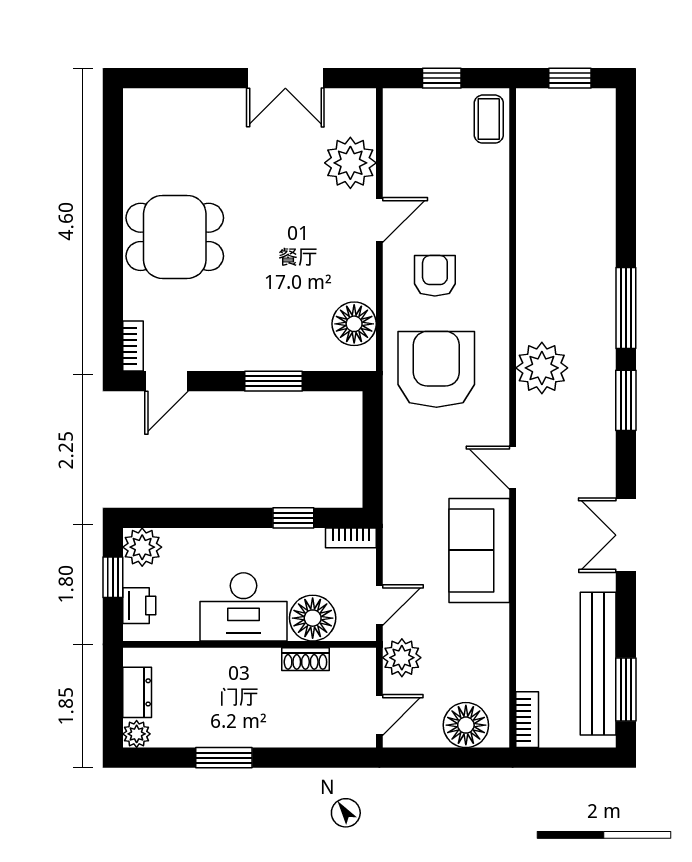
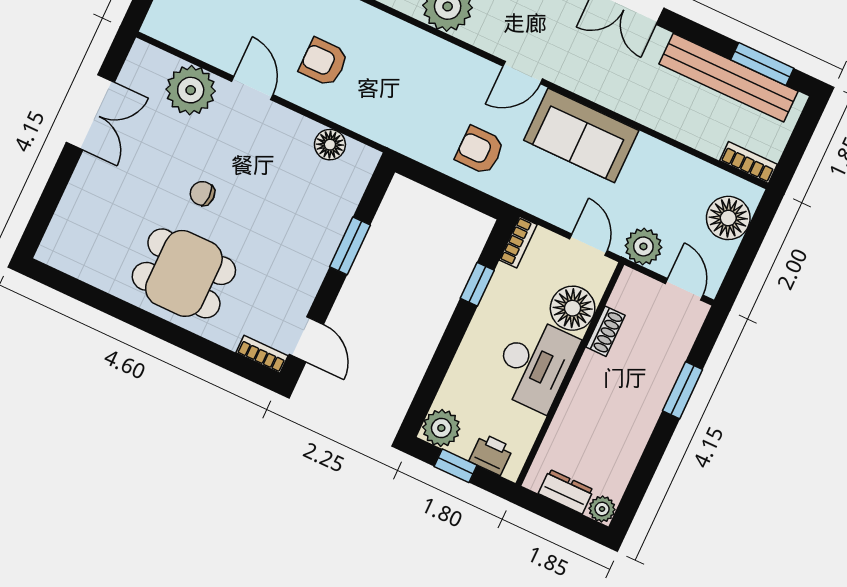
chair: (258, 219) -> (202, 193), added
dining table: (175, 237) -> (184, 273), turned 90
floor lamp: (354, 324) -> (330, 145), width x0.73, depth x0.73
armchair: (436, 369) -> (480, 150), moved, width x0.53, depth x0.53
window: (224, 758) -> (683, 390), moved

